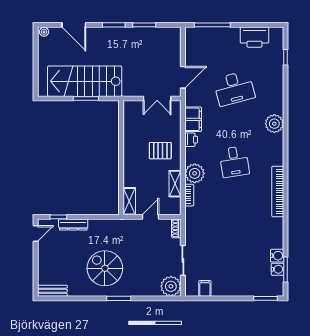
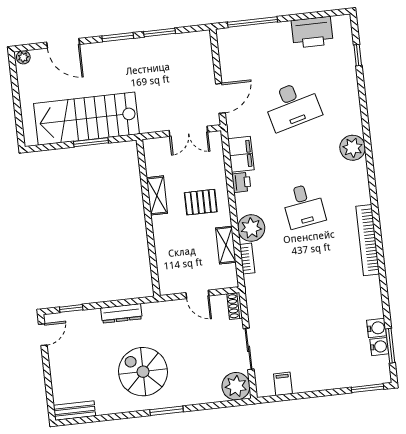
shelving: (129, 201) -> (157, 195), moved
door: (150, 217) -> (197, 294), swing flipped
dresser: (73, 224) -> (121, 313), moved

